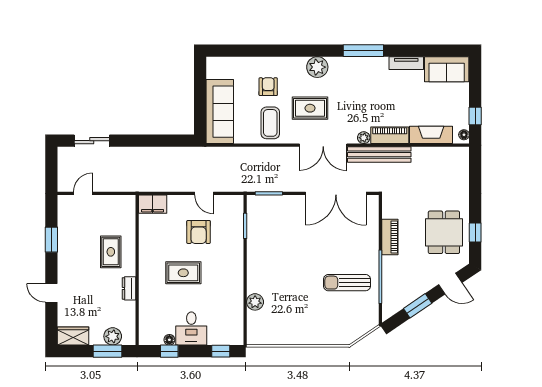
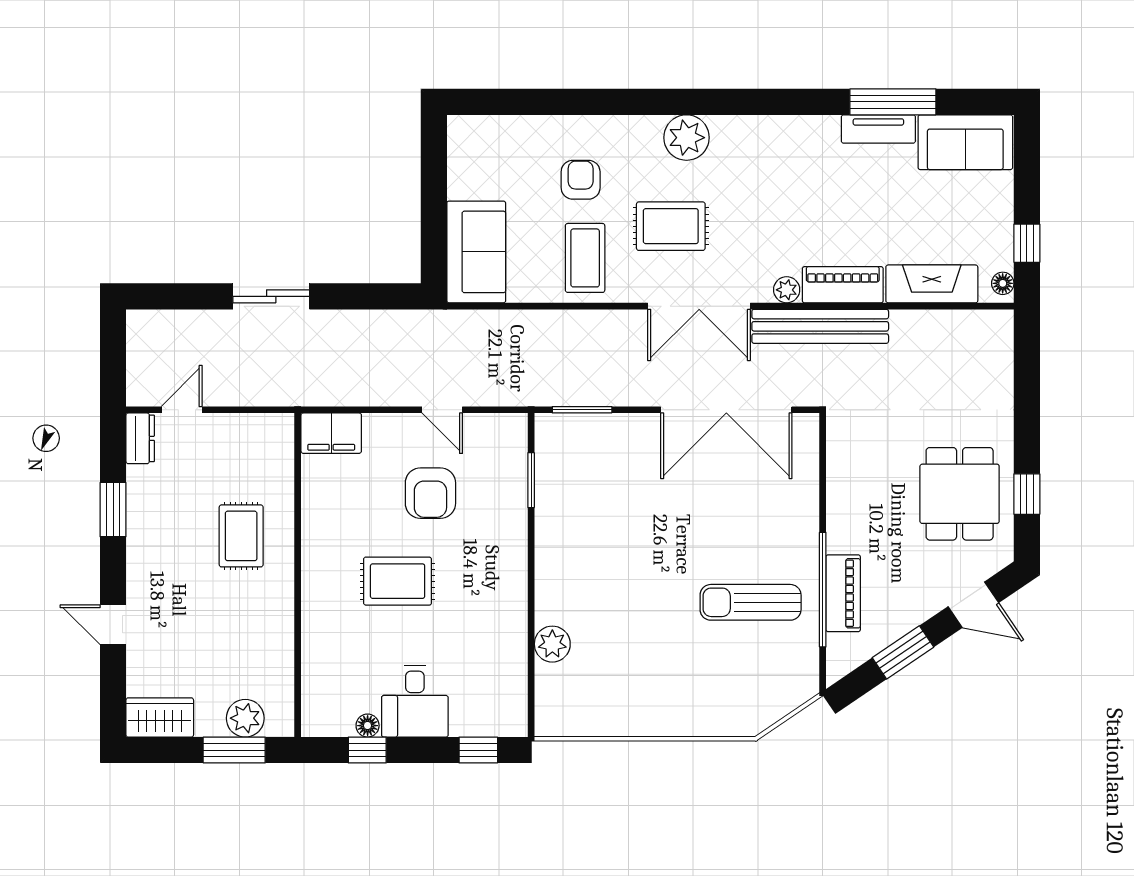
window: (363, 51) -> (893, 102), moved
sofa: (220, 112) -> (476, 252), width x0.73
sliding door: (92, 141) -> (271, 296), moved
piano: (390, 237) -> (843, 593), moved
dresser: (129, 288) -> (140, 438), moved, turned 180

